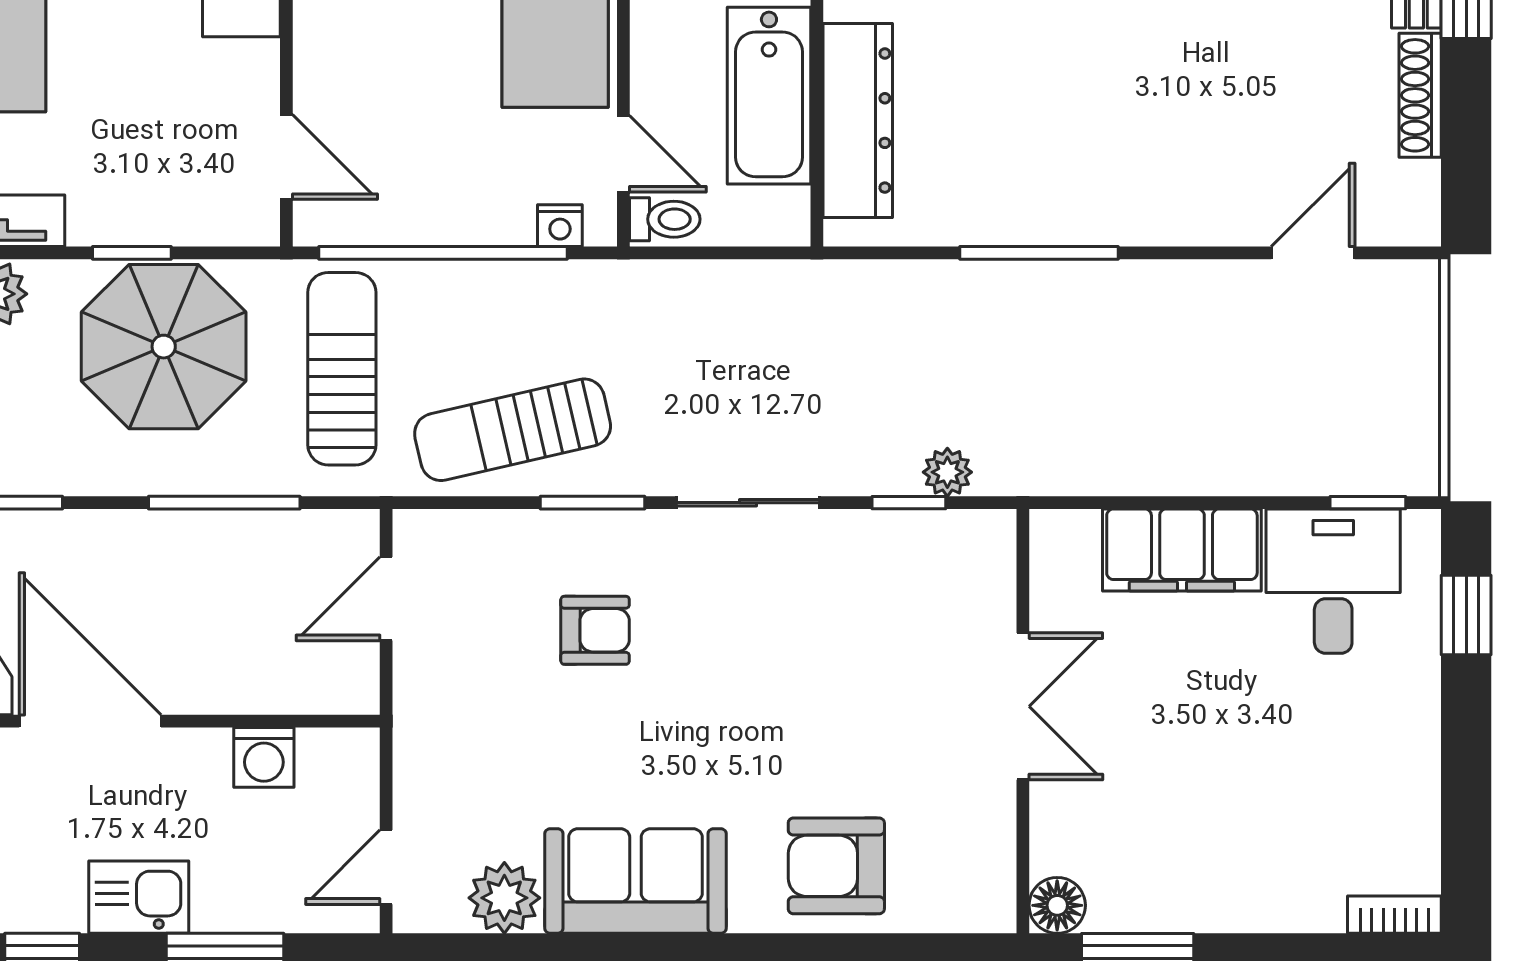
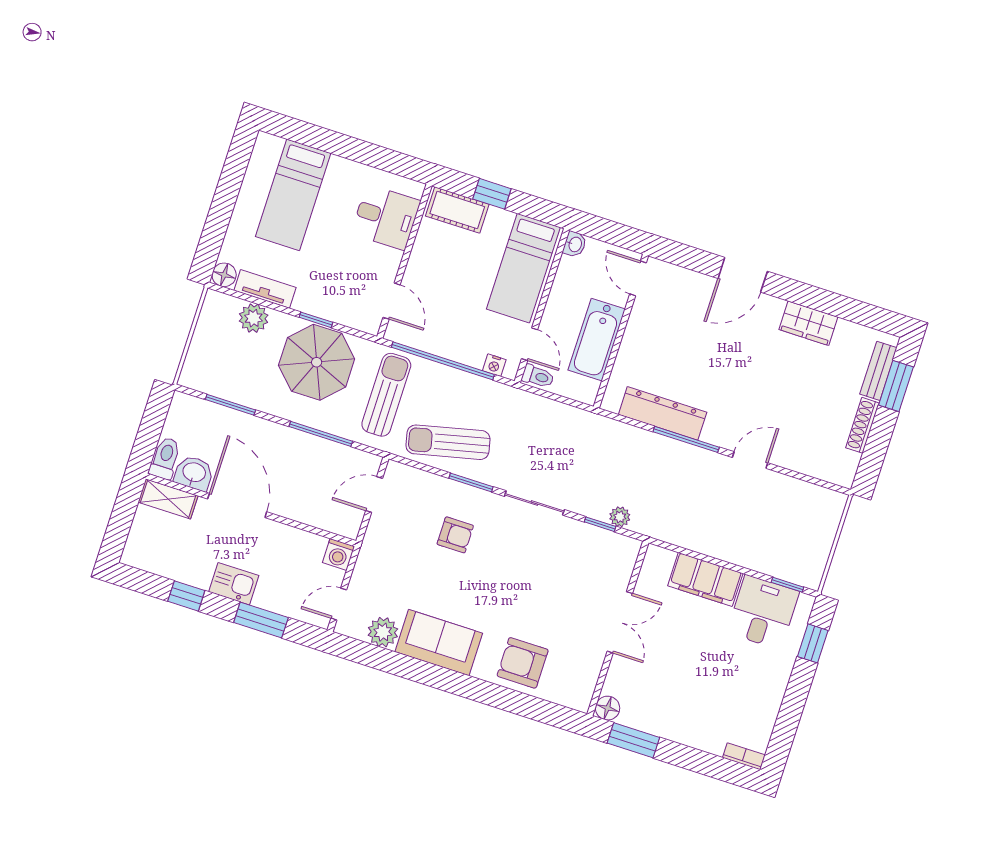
dresser: (858, 121) -> (663, 413), moved, turned -90
door: (1313, 253) -> (750, 460), moved
washing machine: (264, 757) -> (338, 554), moved

